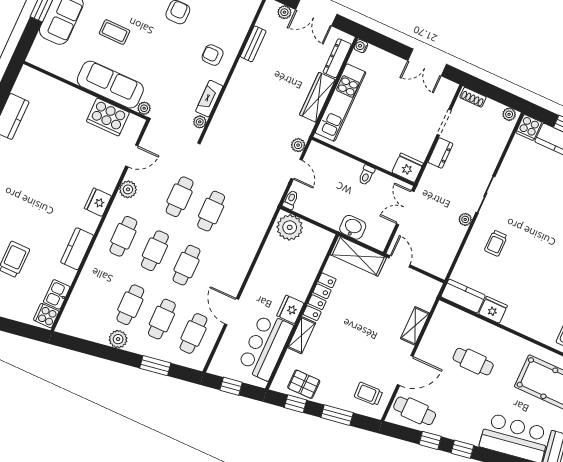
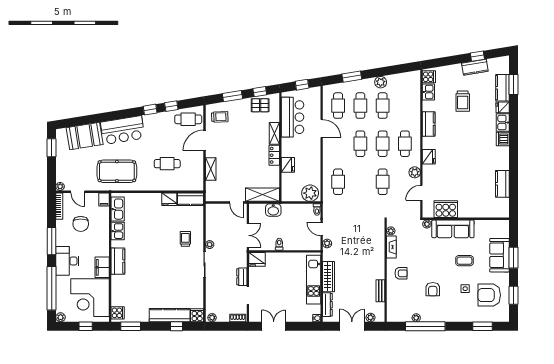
cafe table: (211, 211) -> (338, 182), moved
locker: (320, 297) -> (274, 155), width x0.66
fridge: (290, 309) -> (288, 165), moved

